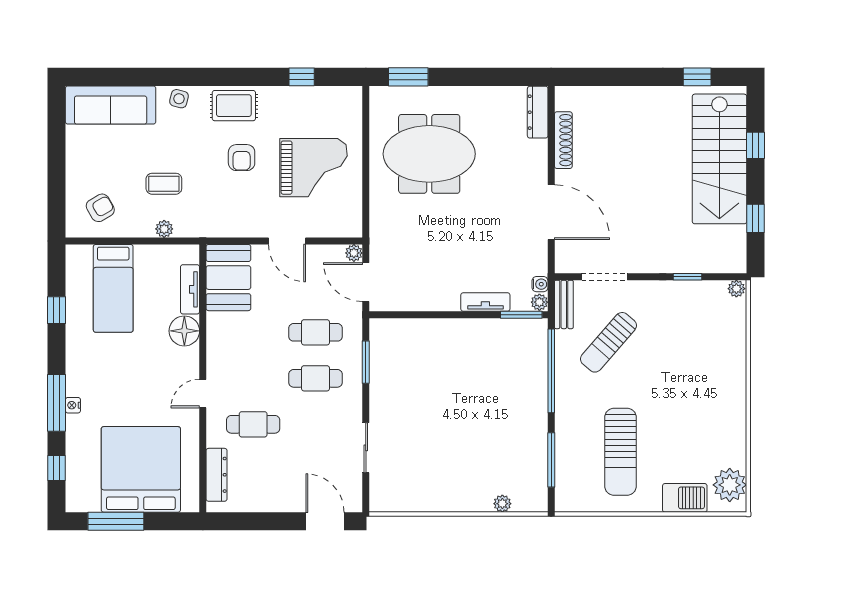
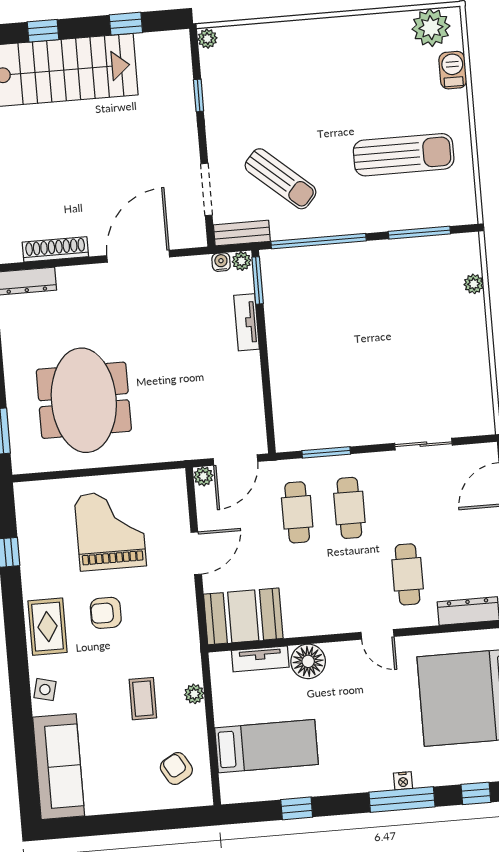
armchair: (242, 158) -> (106, 613), turned 180
barbecue: (685, 498) -> (453, 70), width x0.73, depth x0.79

